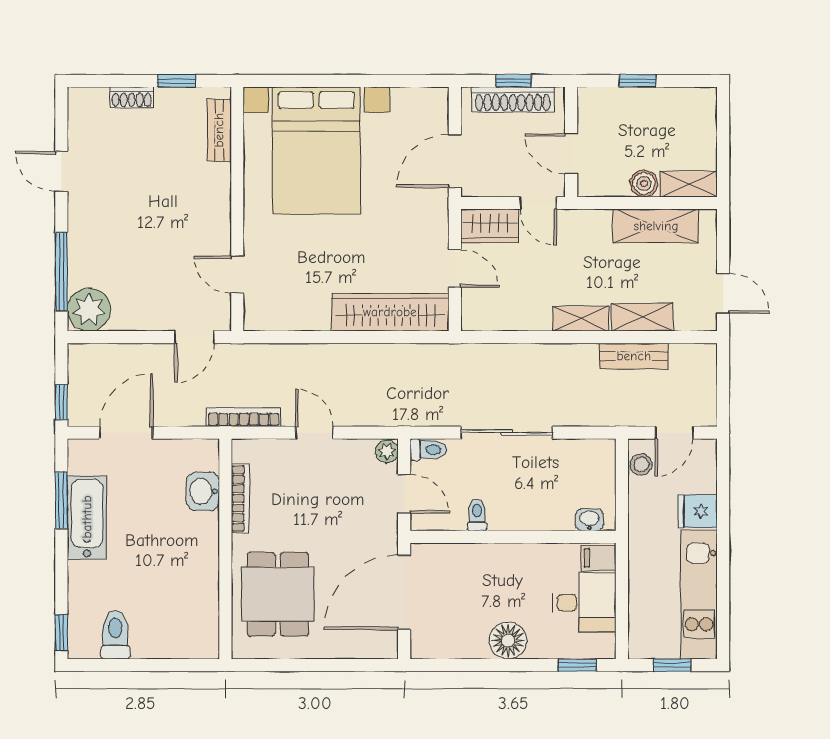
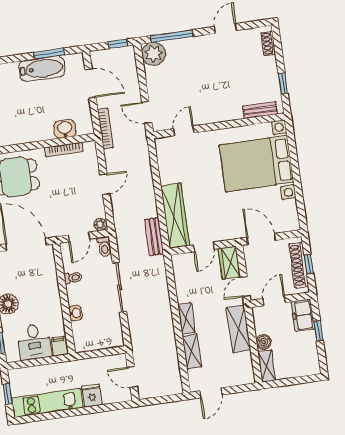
shoe rack: (132, 97) -> (268, 44), moved
freezer: (605, 105) -> (303, 315), added
shelving: (656, 226) -> (239, 329), moved
bench: (634, 356) -> (154, 237), moved
window: (61, 402) -> (118, 44), moved
bookcase: (244, 417) -> (105, 128), moved
stool: (641, 464) -> (113, 362), removed
washbasin: (589, 520) -> (75, 313), moved

